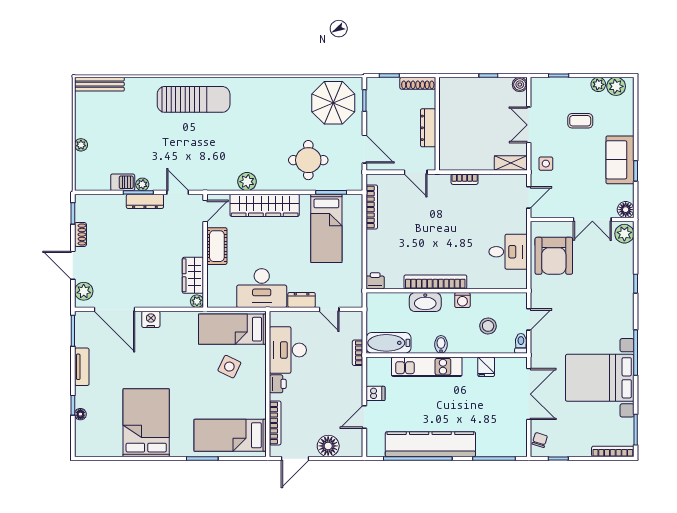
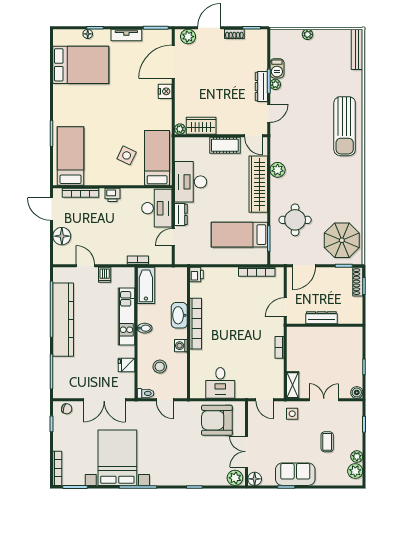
shoe rack: (418, 83) -> (358, 282), moved
desk: (288, 350) -> (157, 208), moved, turned 90
bed: (146, 423) -> (81, 65), moved

